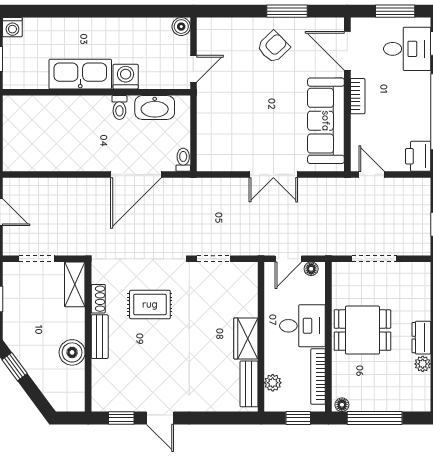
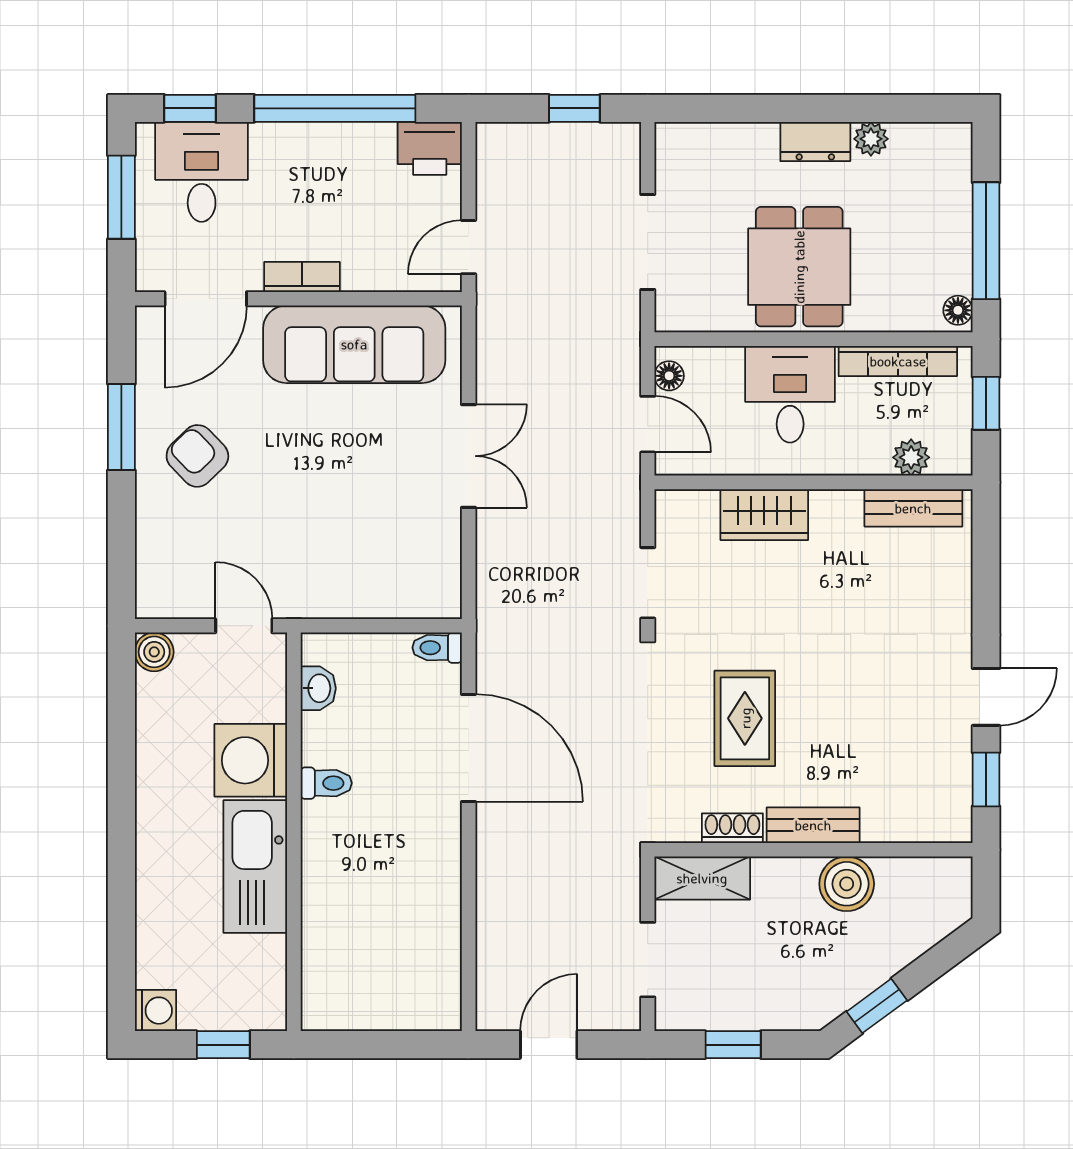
washing machine: (126, 77) -> (251, 760), width x1.37, depth x1.37
washbasin: (155, 107) -> (318, 688), width x0.52, depth x0.69
wardrobe: (246, 338) -> (764, 515), moved

